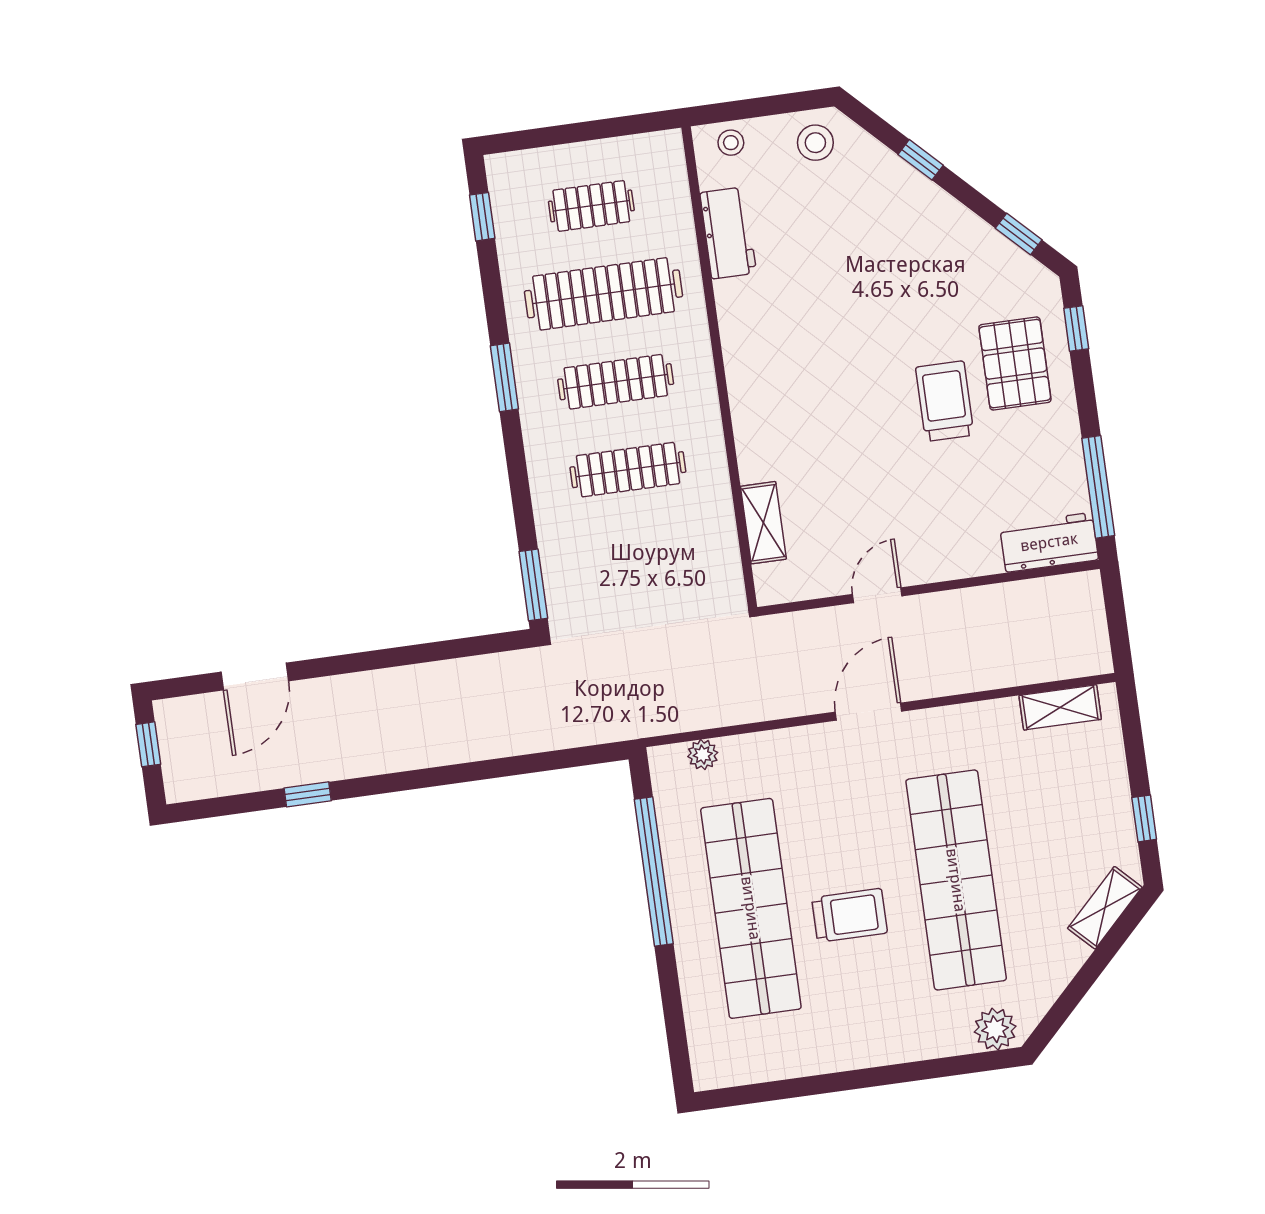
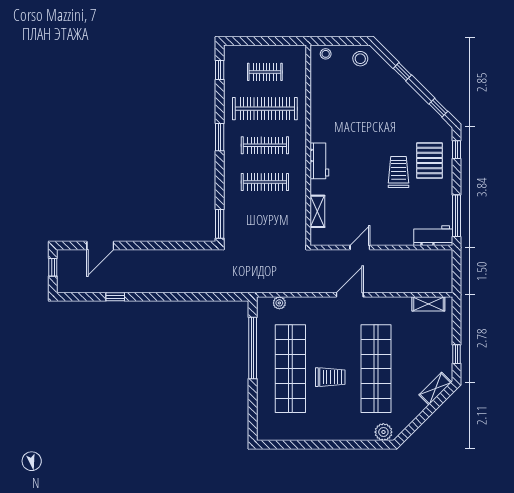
workbench: (728, 233) -> (319, 161), moved

